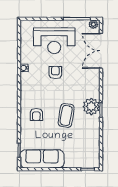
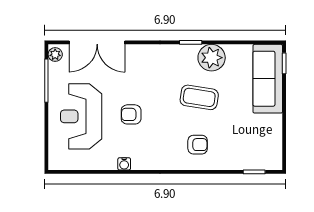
reception desk: (54, 41) -> (81, 116), turned 180
plant: (91, 107) -> (212, 58), moved
sofa: (42, 159) -> (268, 79), moved

